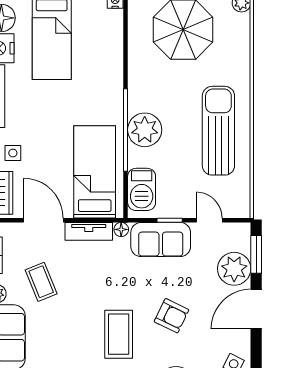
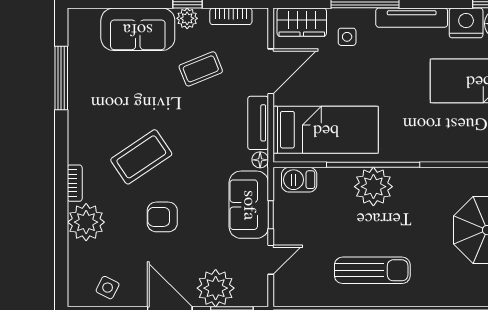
sun lounger: (218, 131) -> (372, 270), width x0.73, depth x0.75
barbecue: (142, 189) -> (299, 180), width x0.73, depth x0.79
armchair: (172, 316) -> (162, 217), turned 64
coffee table: (119, 334) -> (141, 157), turned -34

